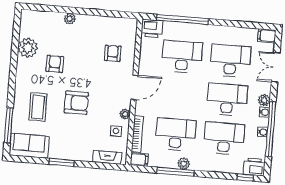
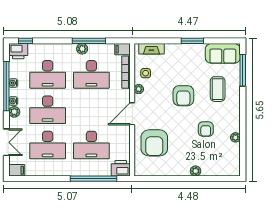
plant: (28, 48) -> (235, 137), width x0.53, depth x0.53
armchair: (113, 53) -> (154, 143), width x1.88, depth x1.88
armchair: (76, 103) -> (183, 96), turned -90

